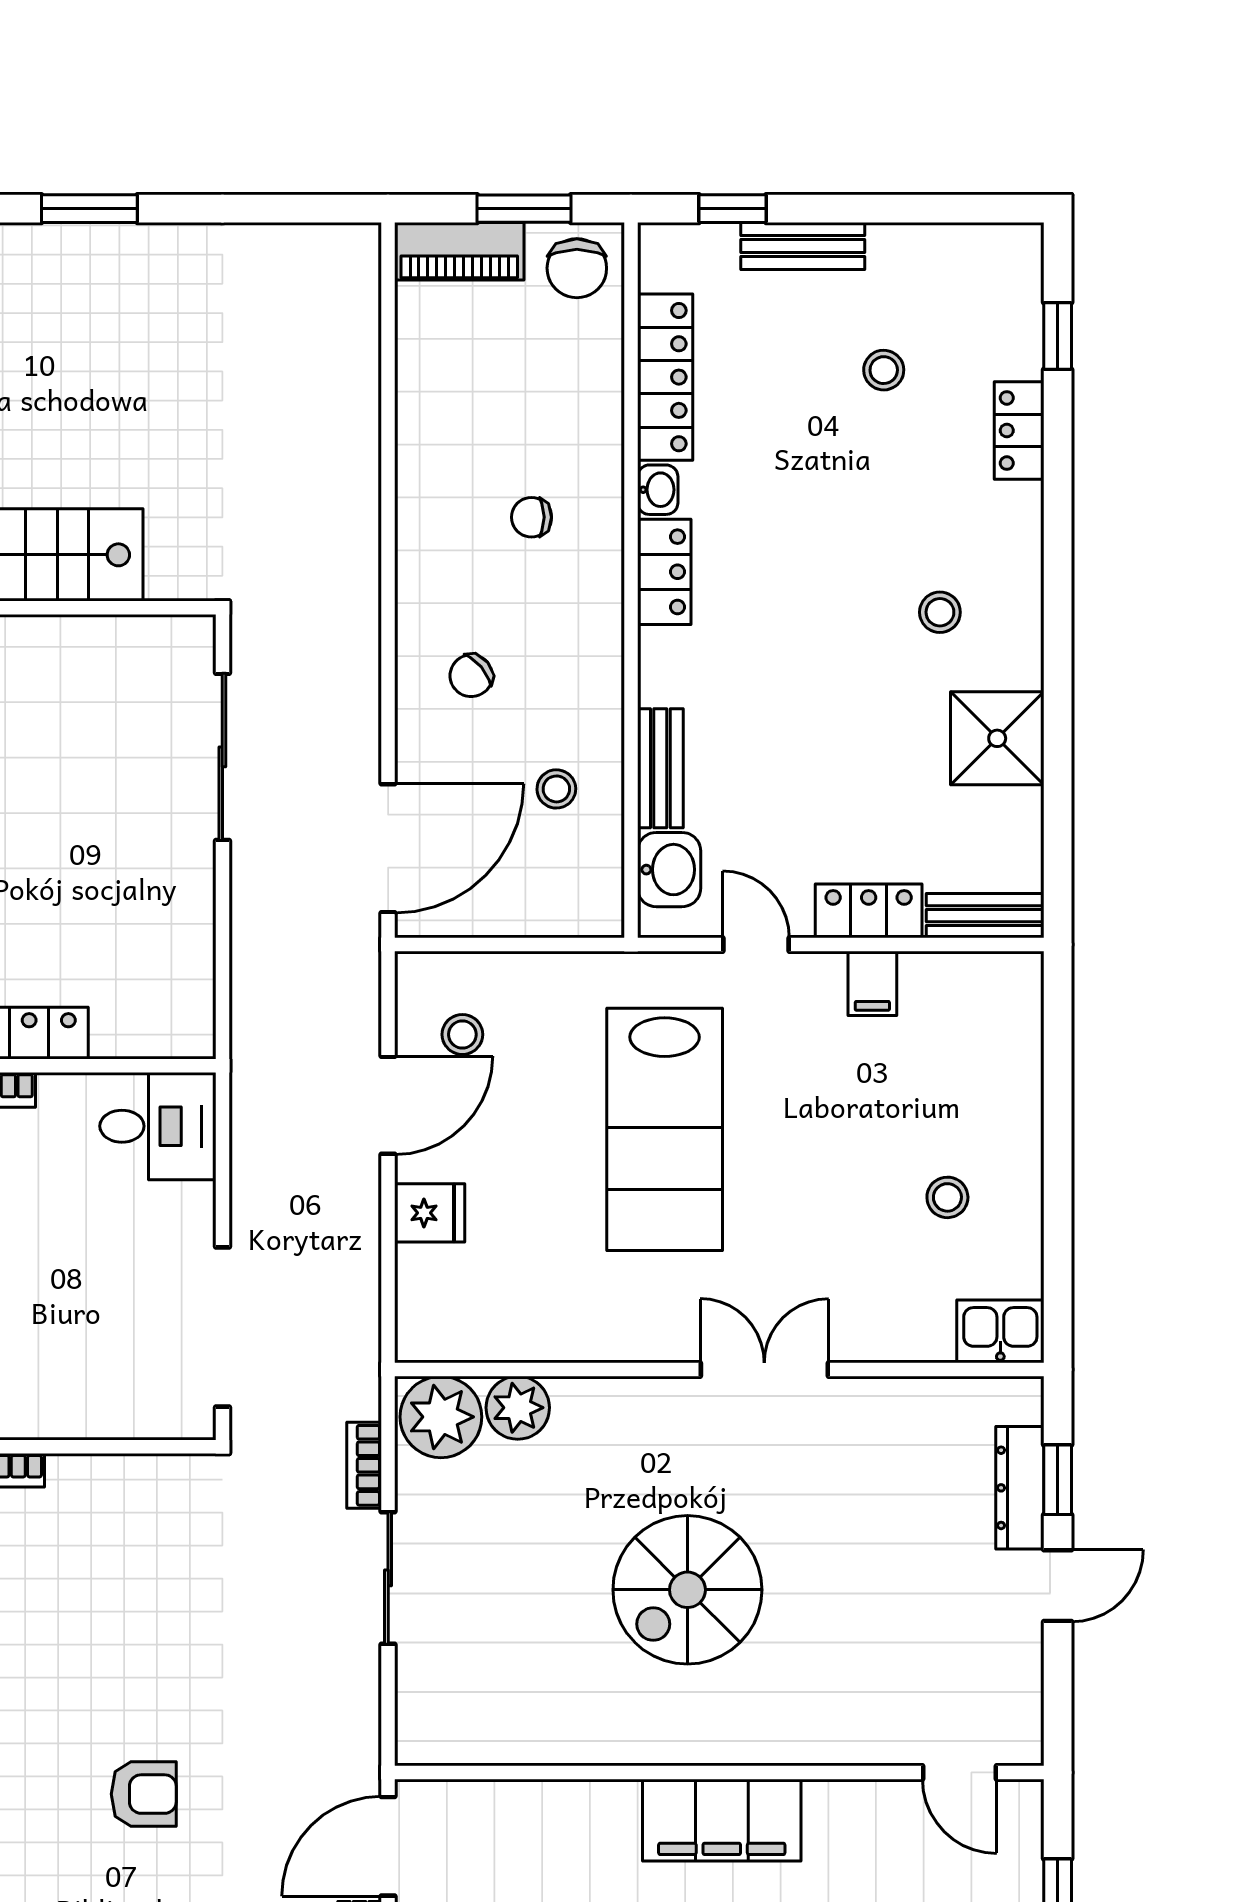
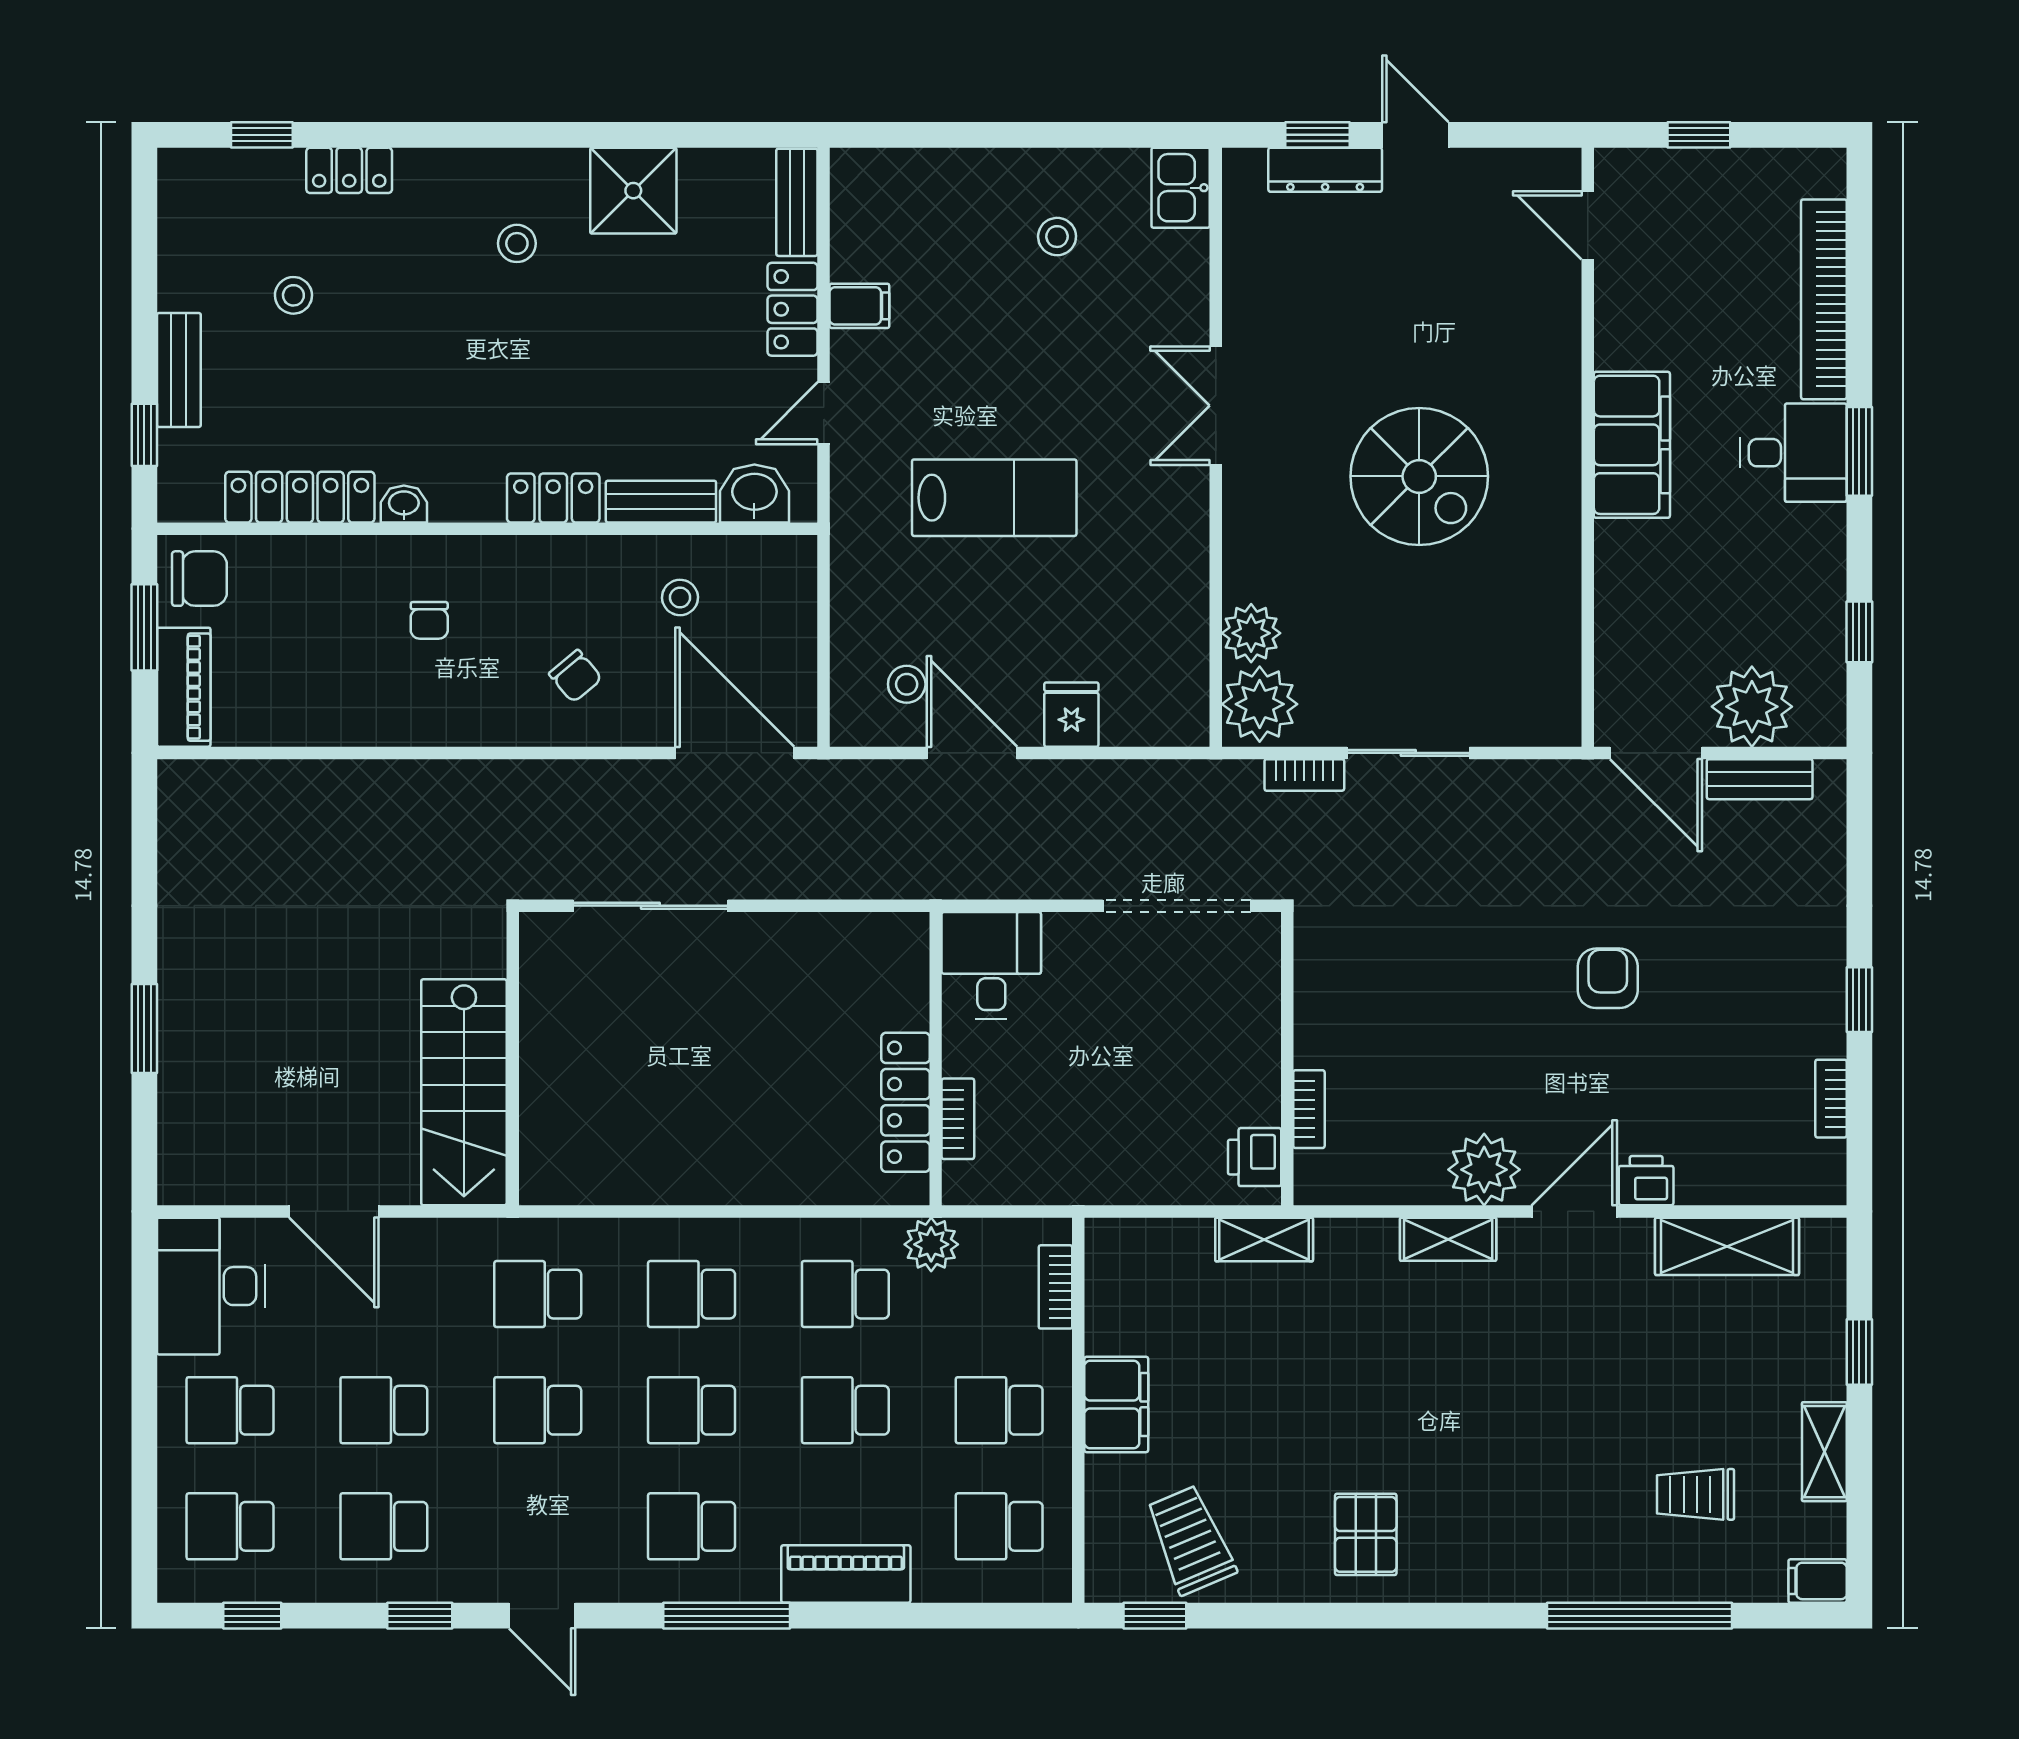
locker: (664, 572) -> (553, 498), moved
lab bench: (665, 1129) -> (994, 498), width x0.73, depth x0.72
door: (959, 1772) -> (1588, 225), swing flipped

